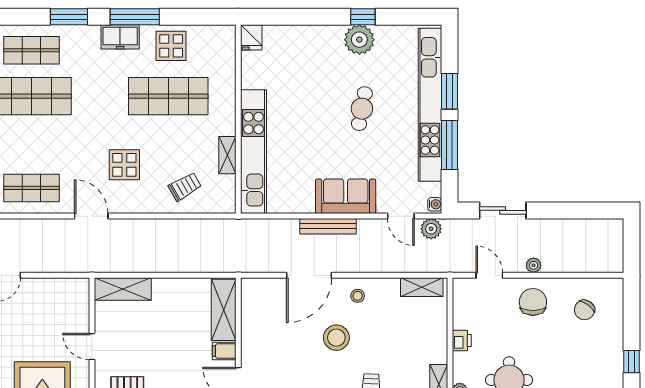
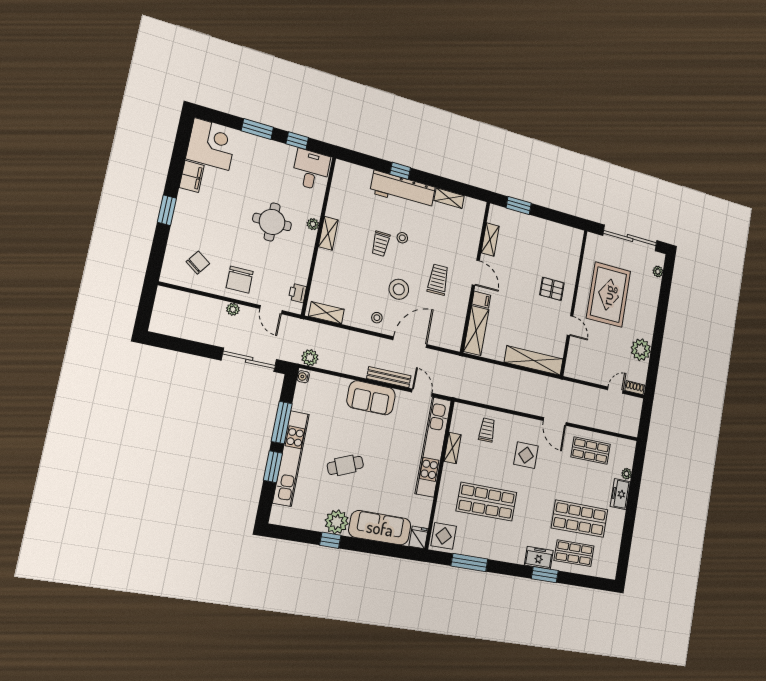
window: (135, 17) -> (469, 563), moved
freezer: (120, 37) -> (539, 558), moved
sofa: (304, 41) -> (380, 528), added
display table: (171, 46) -> (444, 536), moved
kitchen unit: (430, 105) -> (291, 458), width x0.73
cafe table: (362, 109) -> (345, 465), turned 57
trolley: (185, 187) -> (487, 430), turned 120
sliding door: (503, 210) -> (249, 360), width x1.37
door: (401, 216) -> (422, 393), moved
shelving: (123, 289) -> (534, 361), width x1.47
printer: (462, 341) -> (297, 293), moved
trolley: (287, 362) -> (438, 280), added
window: (631, 362) -> (167, 210), width x1.50

